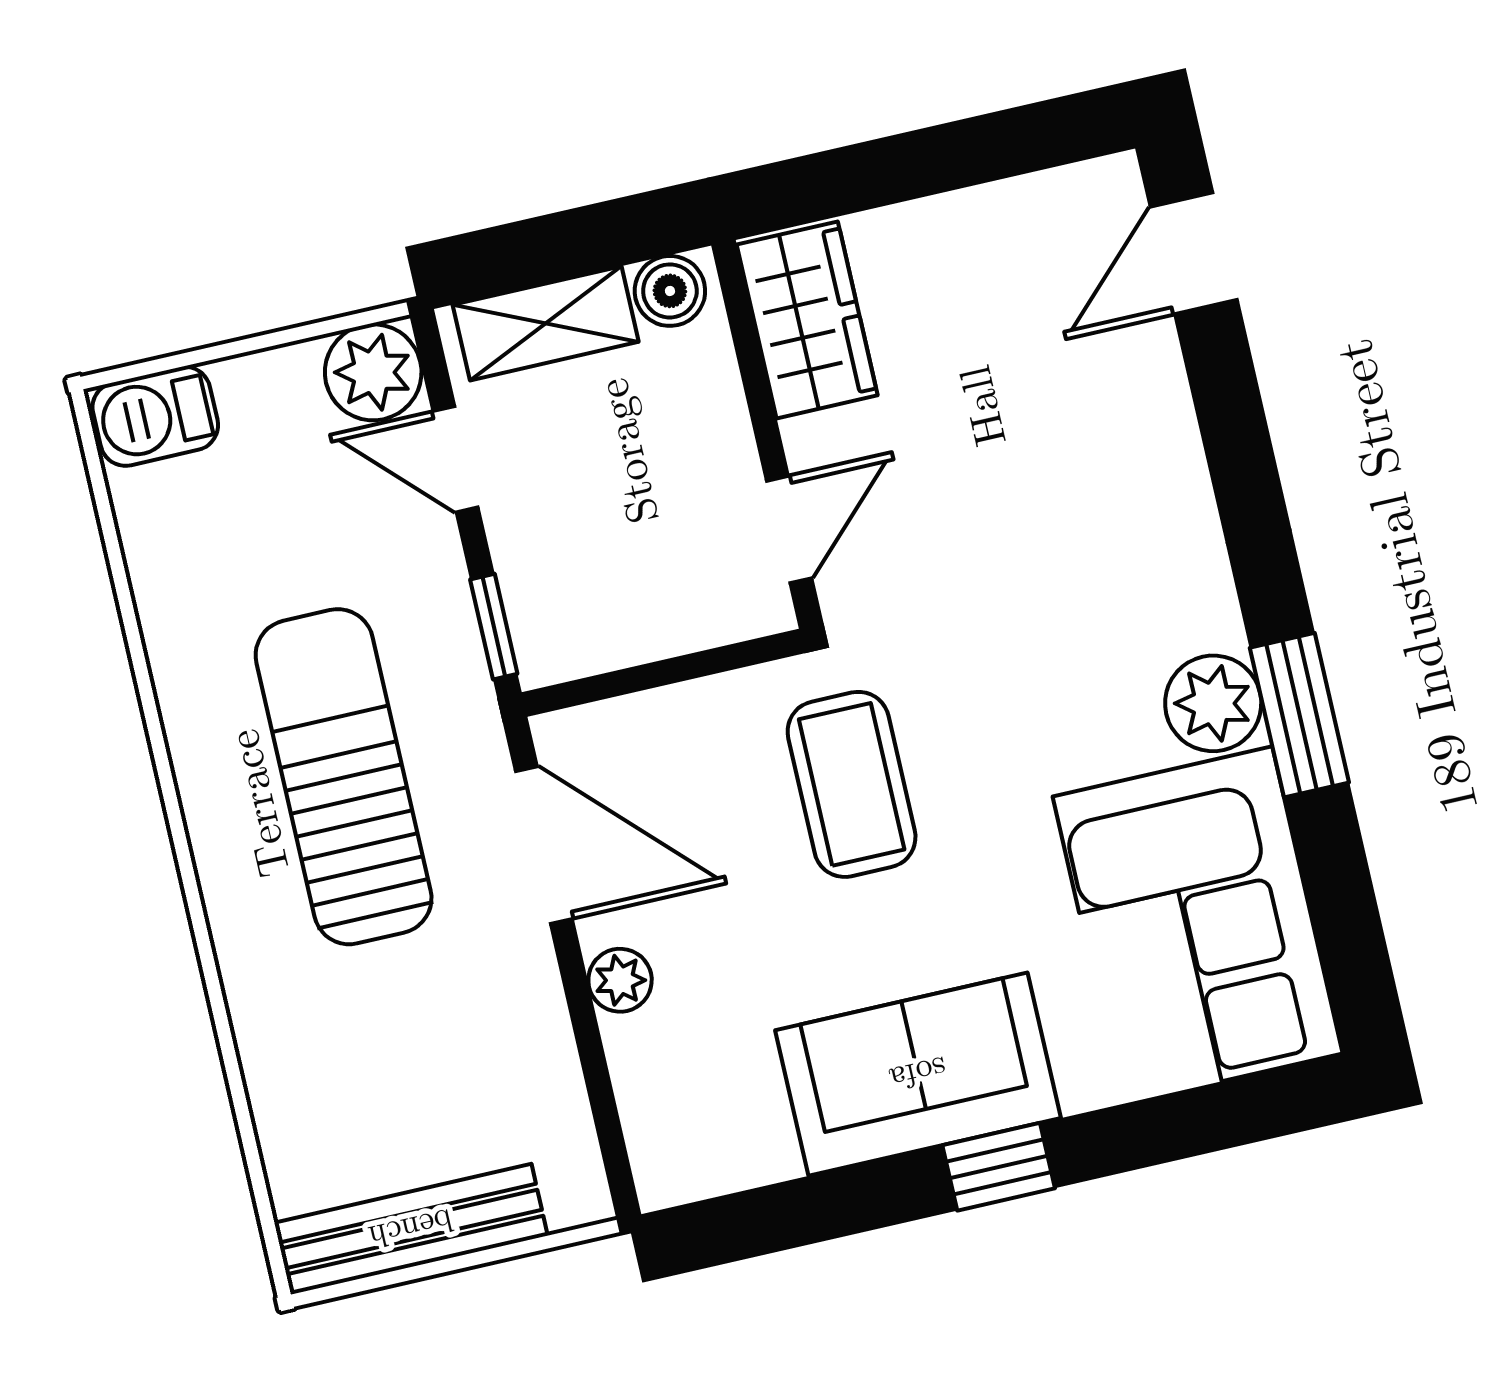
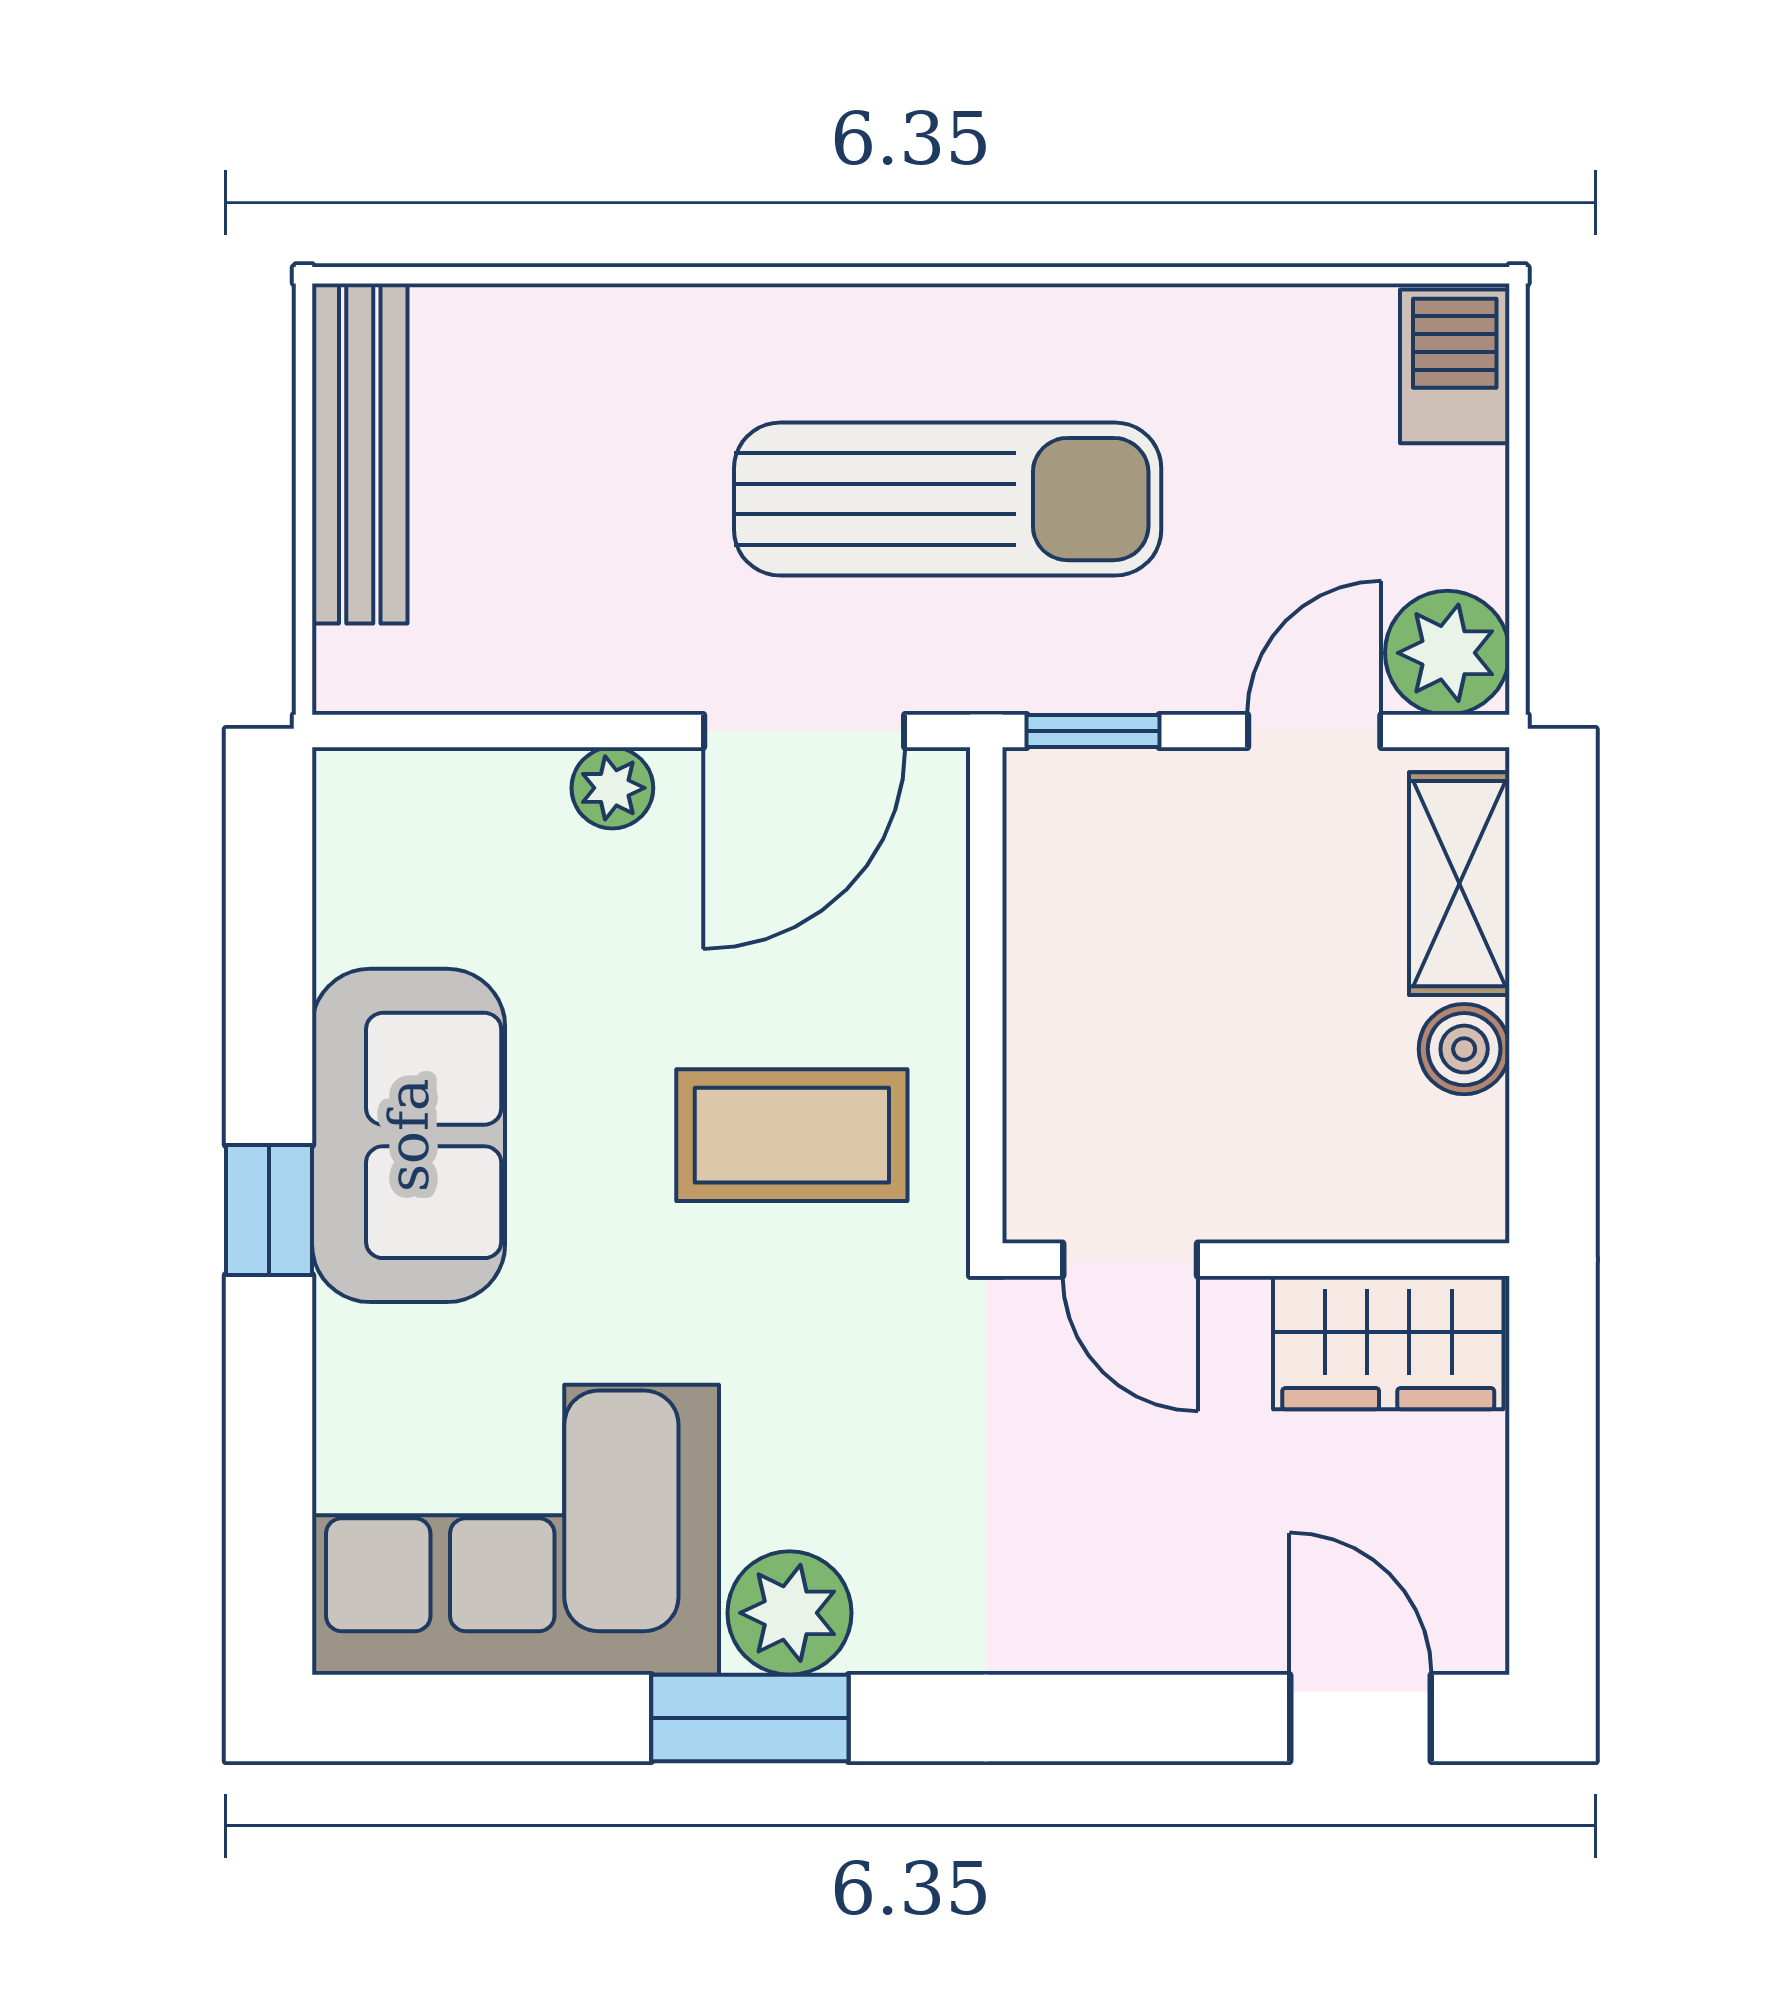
wardrobe: (807, 320) -> (1388, 1343), moved
wall: (767, 434) -> (1256, 1260), moved
door: (789, 529) -> (1130, 1260), moved

